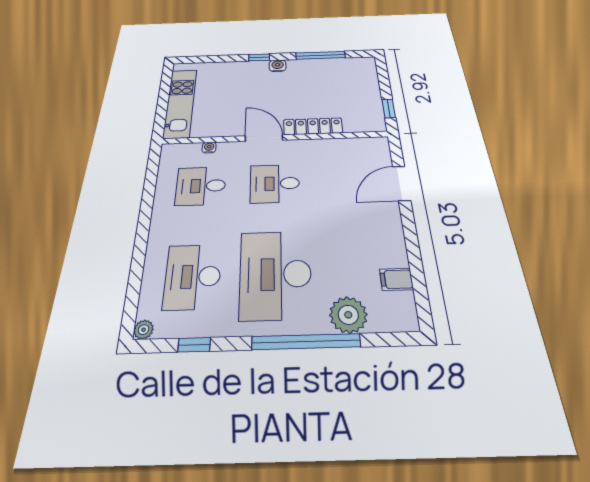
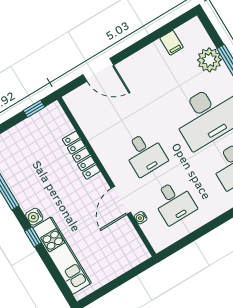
kitchen unit: (180, 103) -> (62, 256), moved, turned 90
door: (264, 138) -> (121, 200), moved

